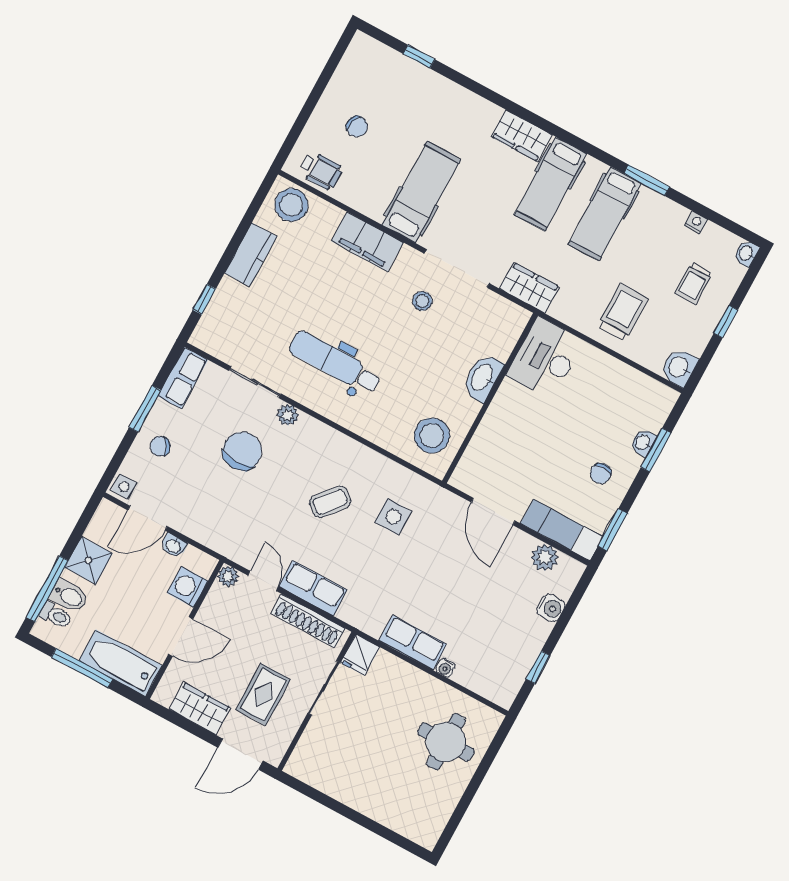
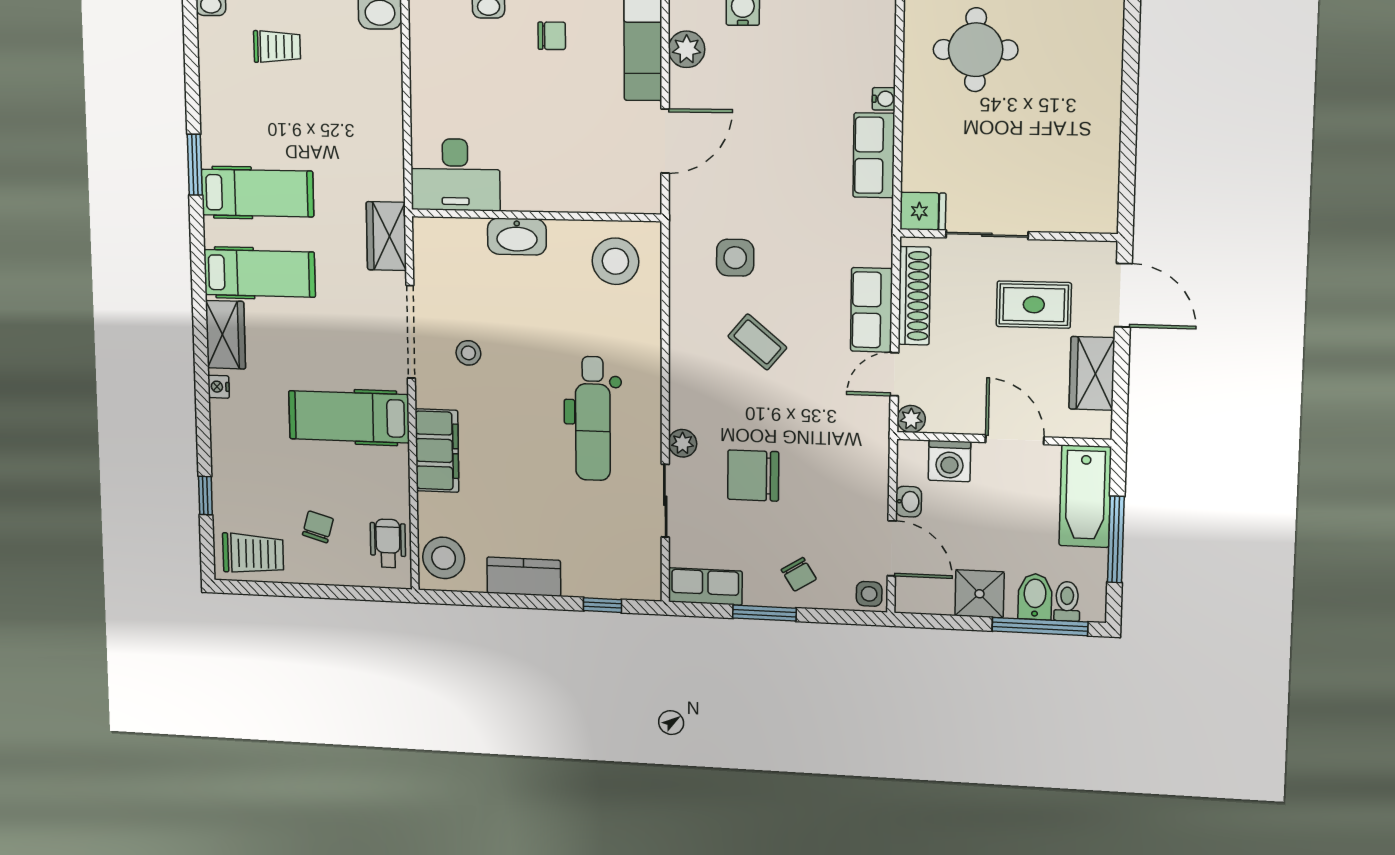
nightstand: (696, 222) -> (219, 387), moved
trolley: (623, 312) -> (253, 554), moved, turned 180

